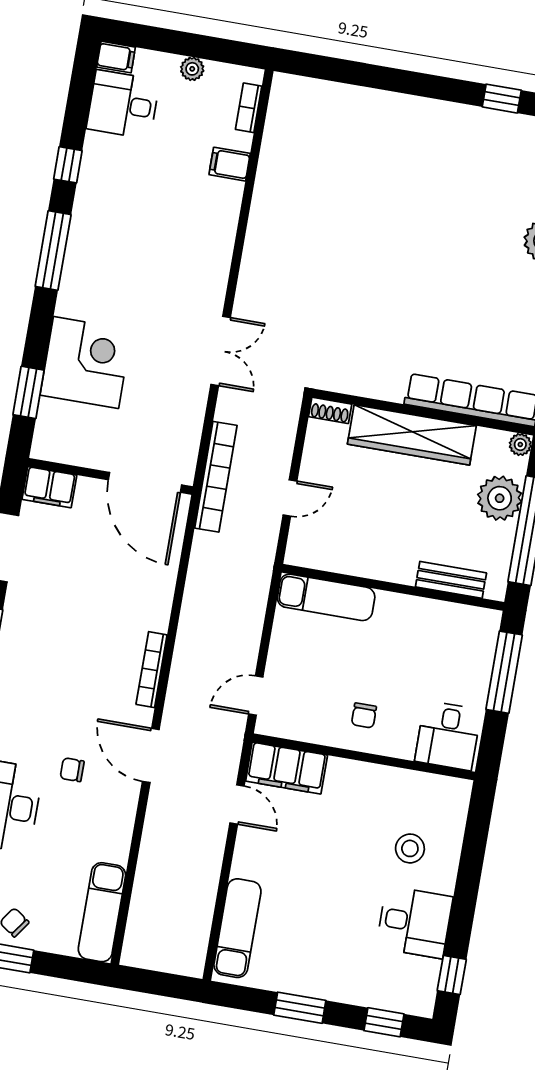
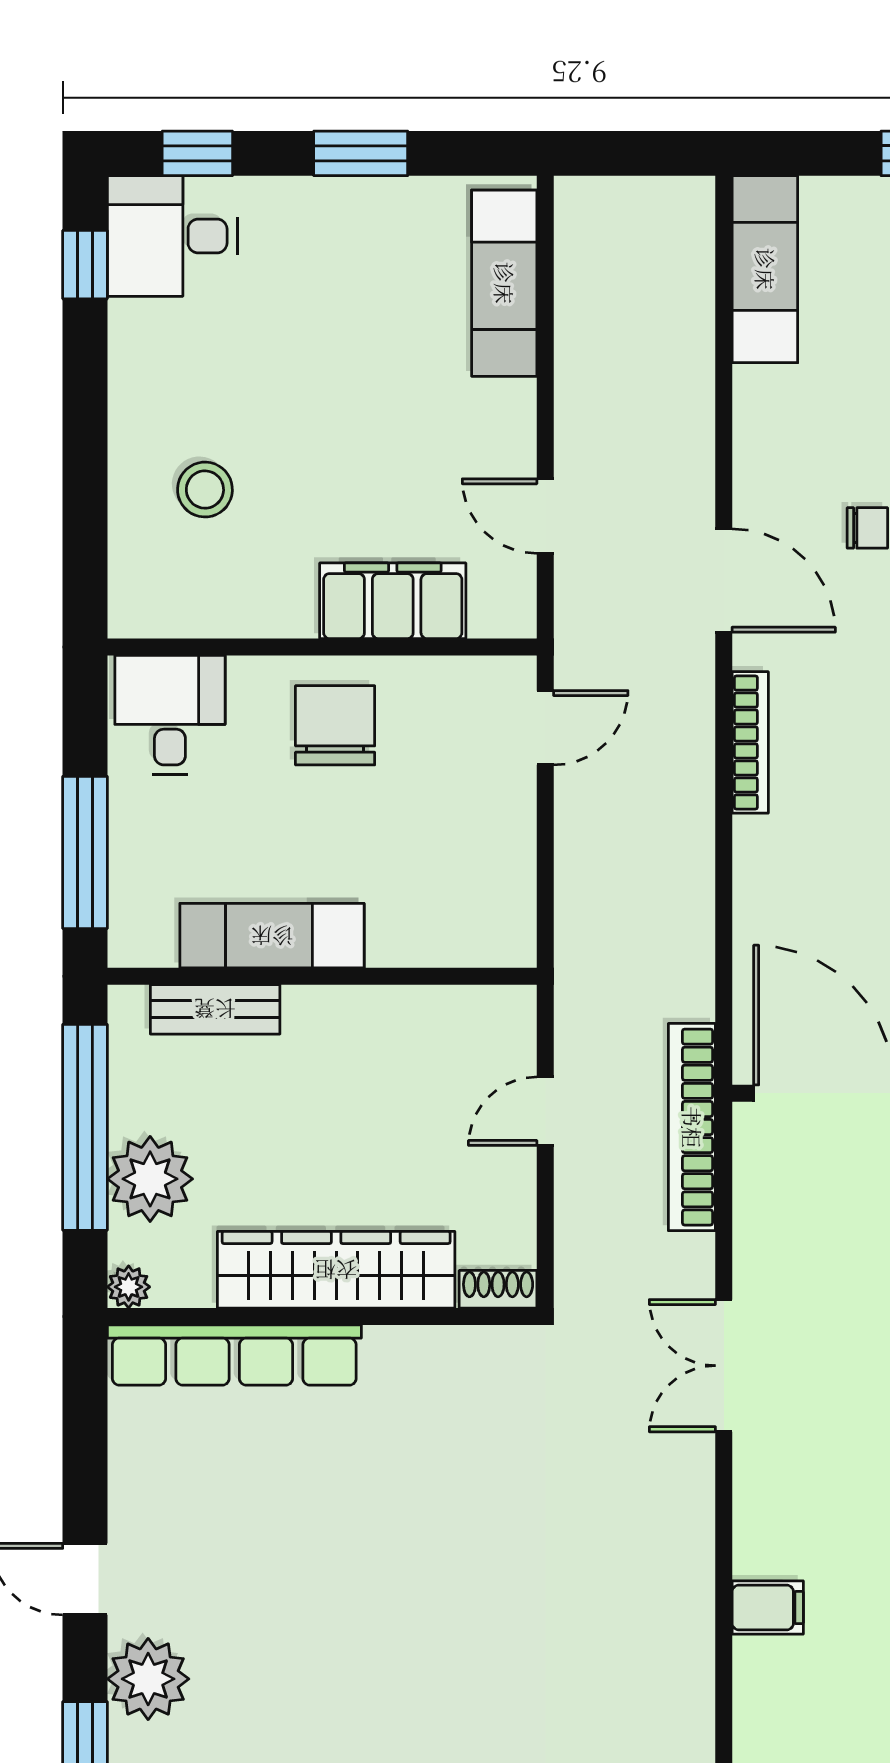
filing cabinet: (230, 164) -> (768, 1608), moved
exam couch: (326, 597) -> (272, 936), moved
chair: (364, 715) -> (335, 725), width x1.87, depth x1.87
filing cabinet: (287, 768) -> (393, 601), moved
desk: (415, 922) -> (172, 236), moved

